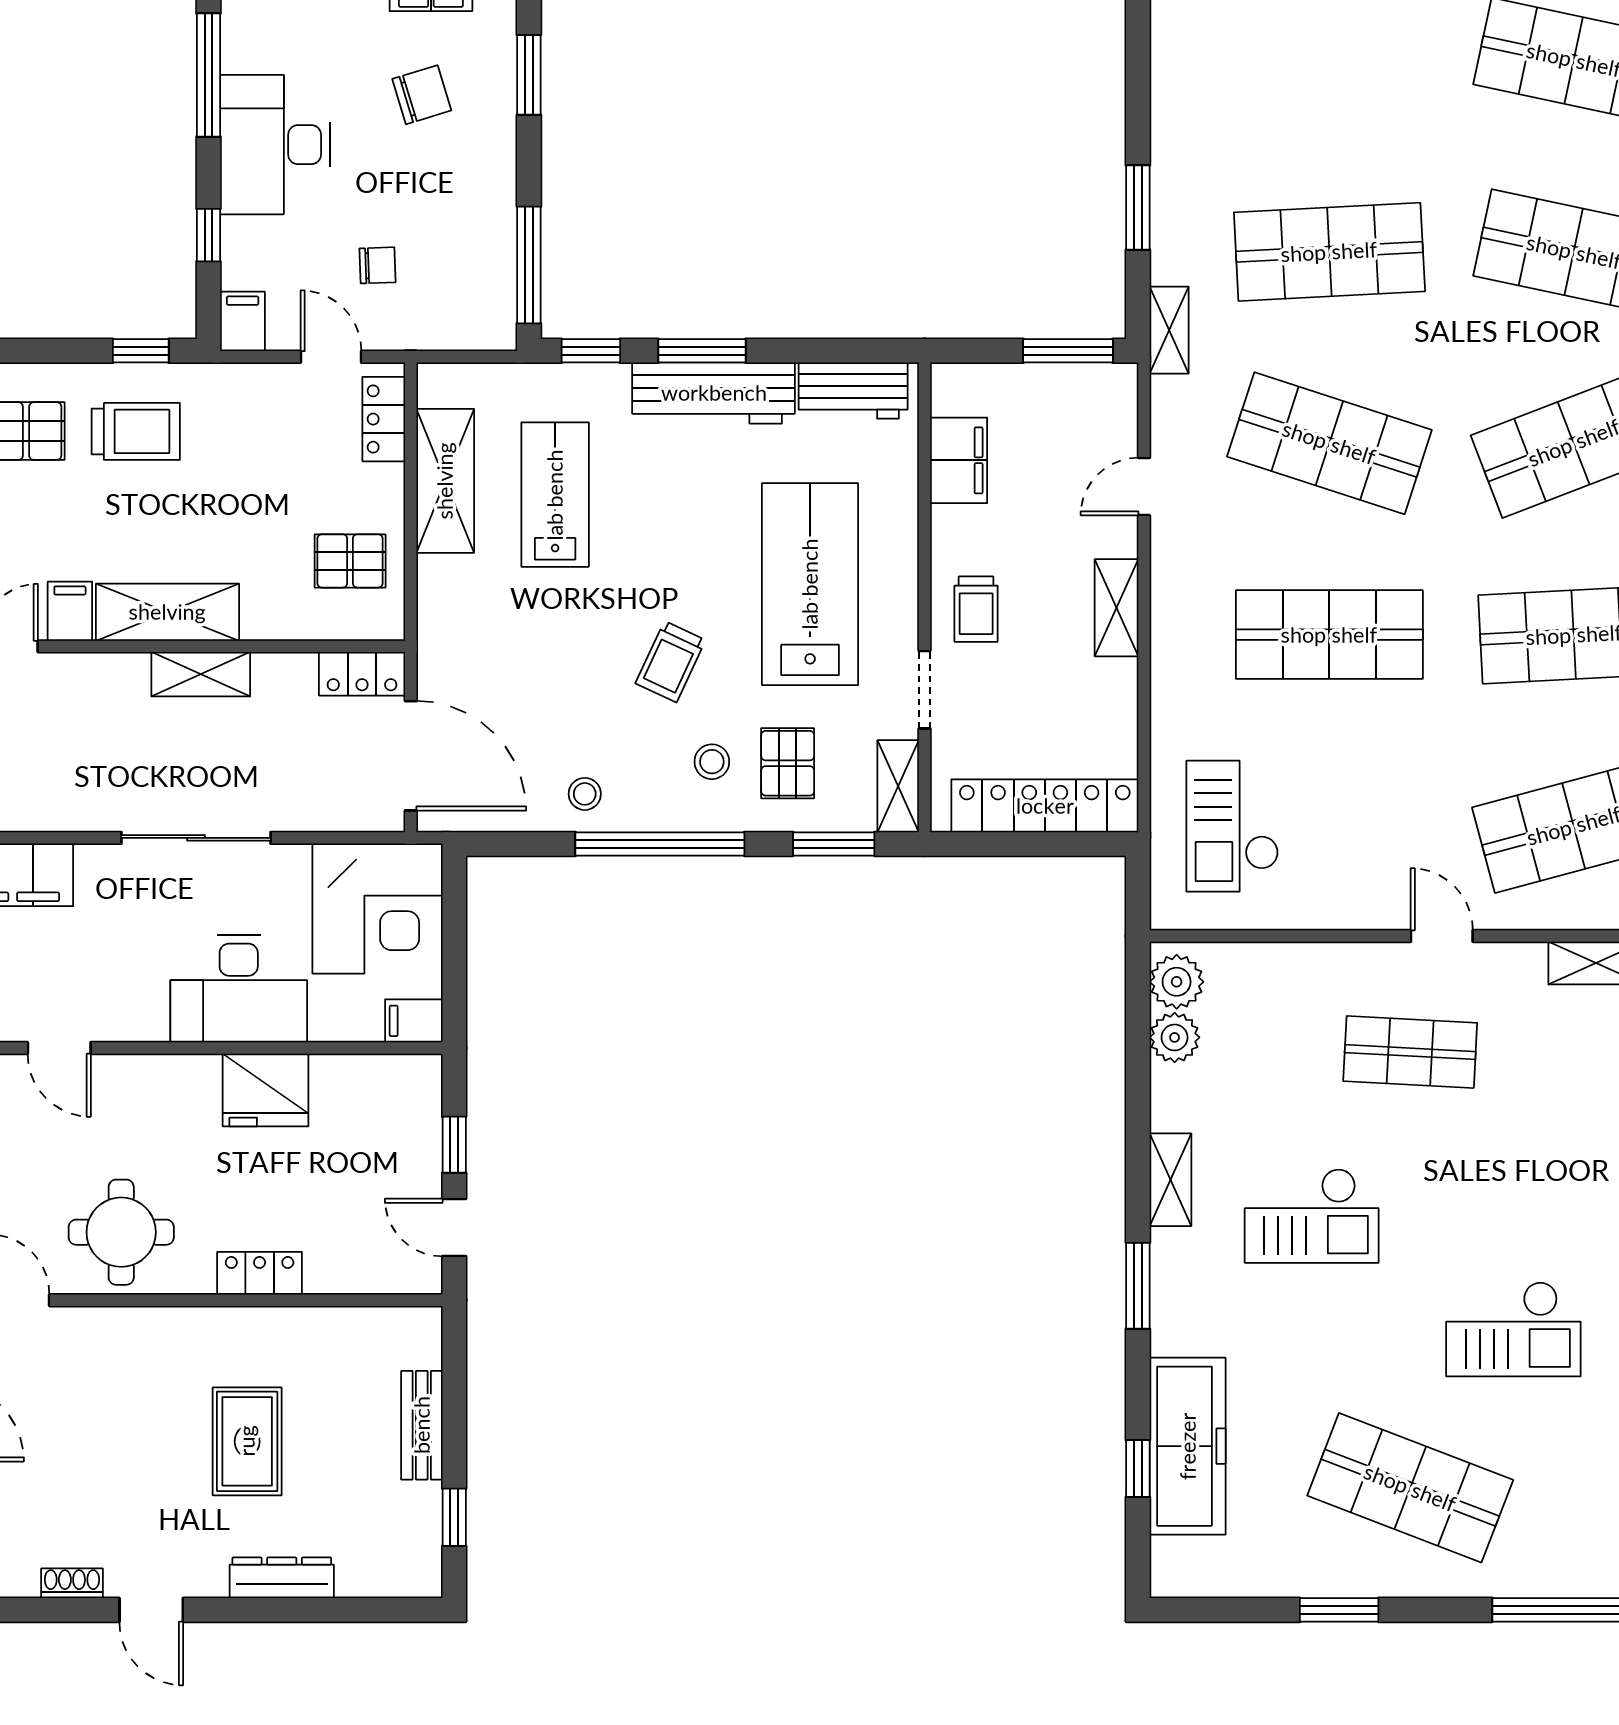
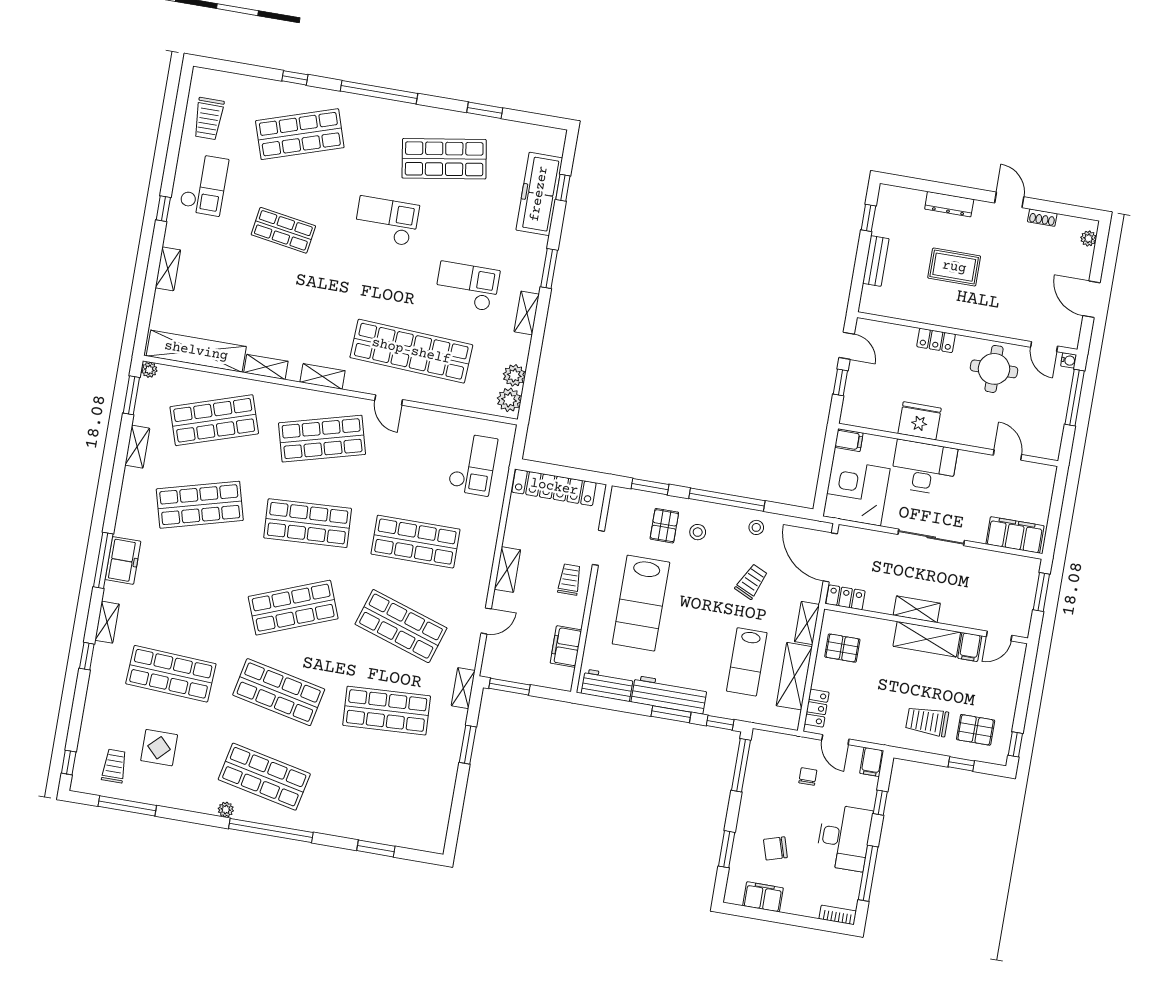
chair: (378, 265) -> (808, 776), turned 92
window: (141, 351) -> (961, 764), moved
trolley: (670, 662) -> (751, 581), moved
shelving: (898, 786) -> (807, 623), moved
shop shelf: (1410, 1052) -> (411, 351), width x2.00, depth x1.36
rug: (247, 1441) -> (954, 267), turned 90
shop shelf: (1410, 1488) -> (444, 159), turned -30

